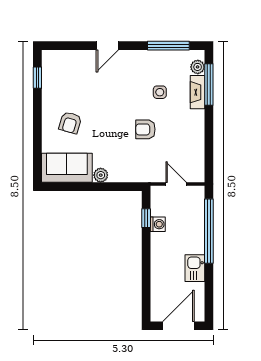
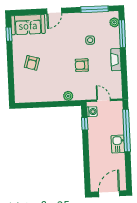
fireplace: (197, 92) -> (116, 60), moved
sofa: (67, 168) -> (28, 25), moved, turned 180
plant: (101, 175) -> (68, 96), moved
washing machine: (158, 224) -> (92, 112), moved
kitchen sink: (195, 268) -> (118, 144), moved

